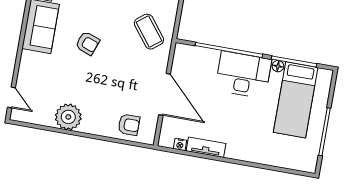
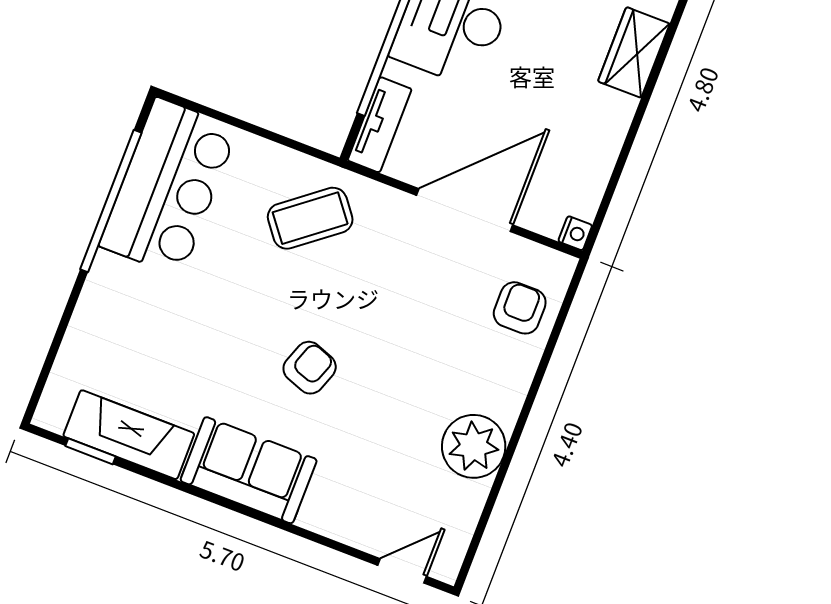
nightstand: (180, 144) -> (575, 233), moved
tv unit: (206, 147) -> (380, 125), moved, turned 180
wardrobe: (243, 151) -> (634, 52), added

